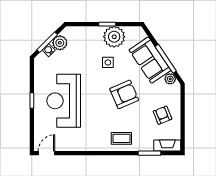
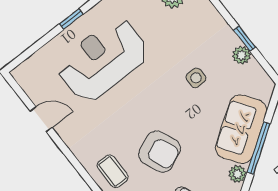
plant: (114, 37) -> (242, 55), width x0.53, depth x0.53
armchair: (124, 94) -> (159, 152), moved
door: (46, 153) -> (41, 119), moved

